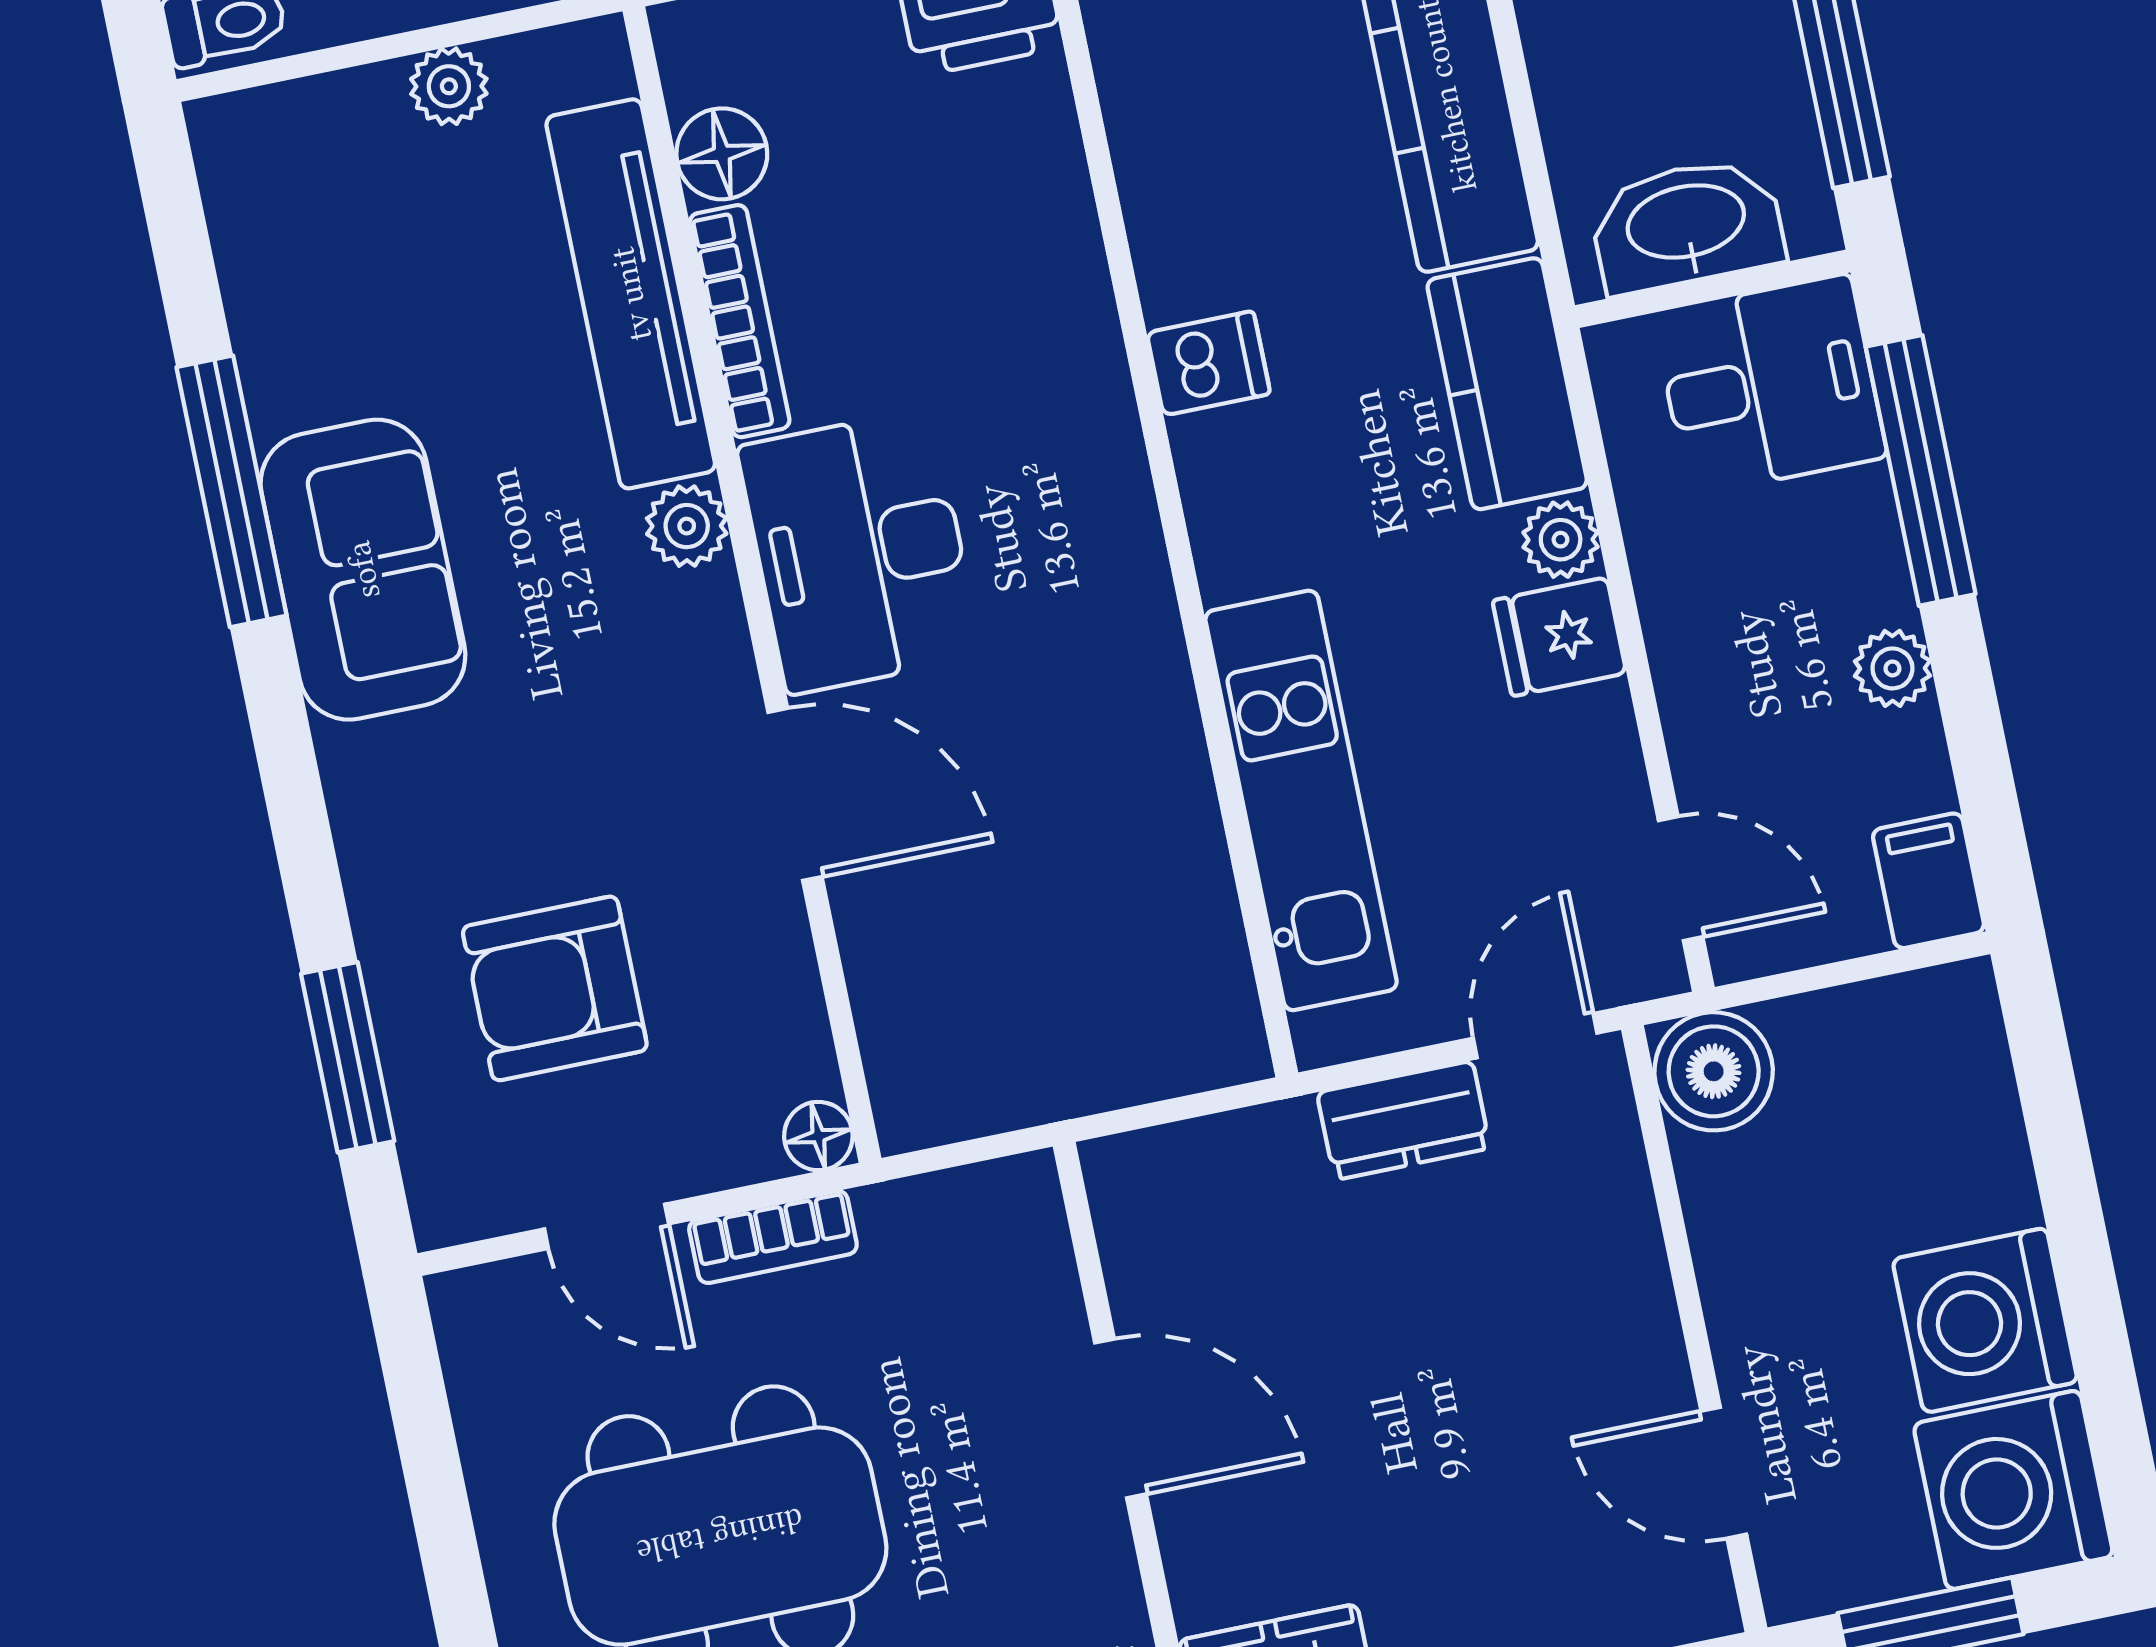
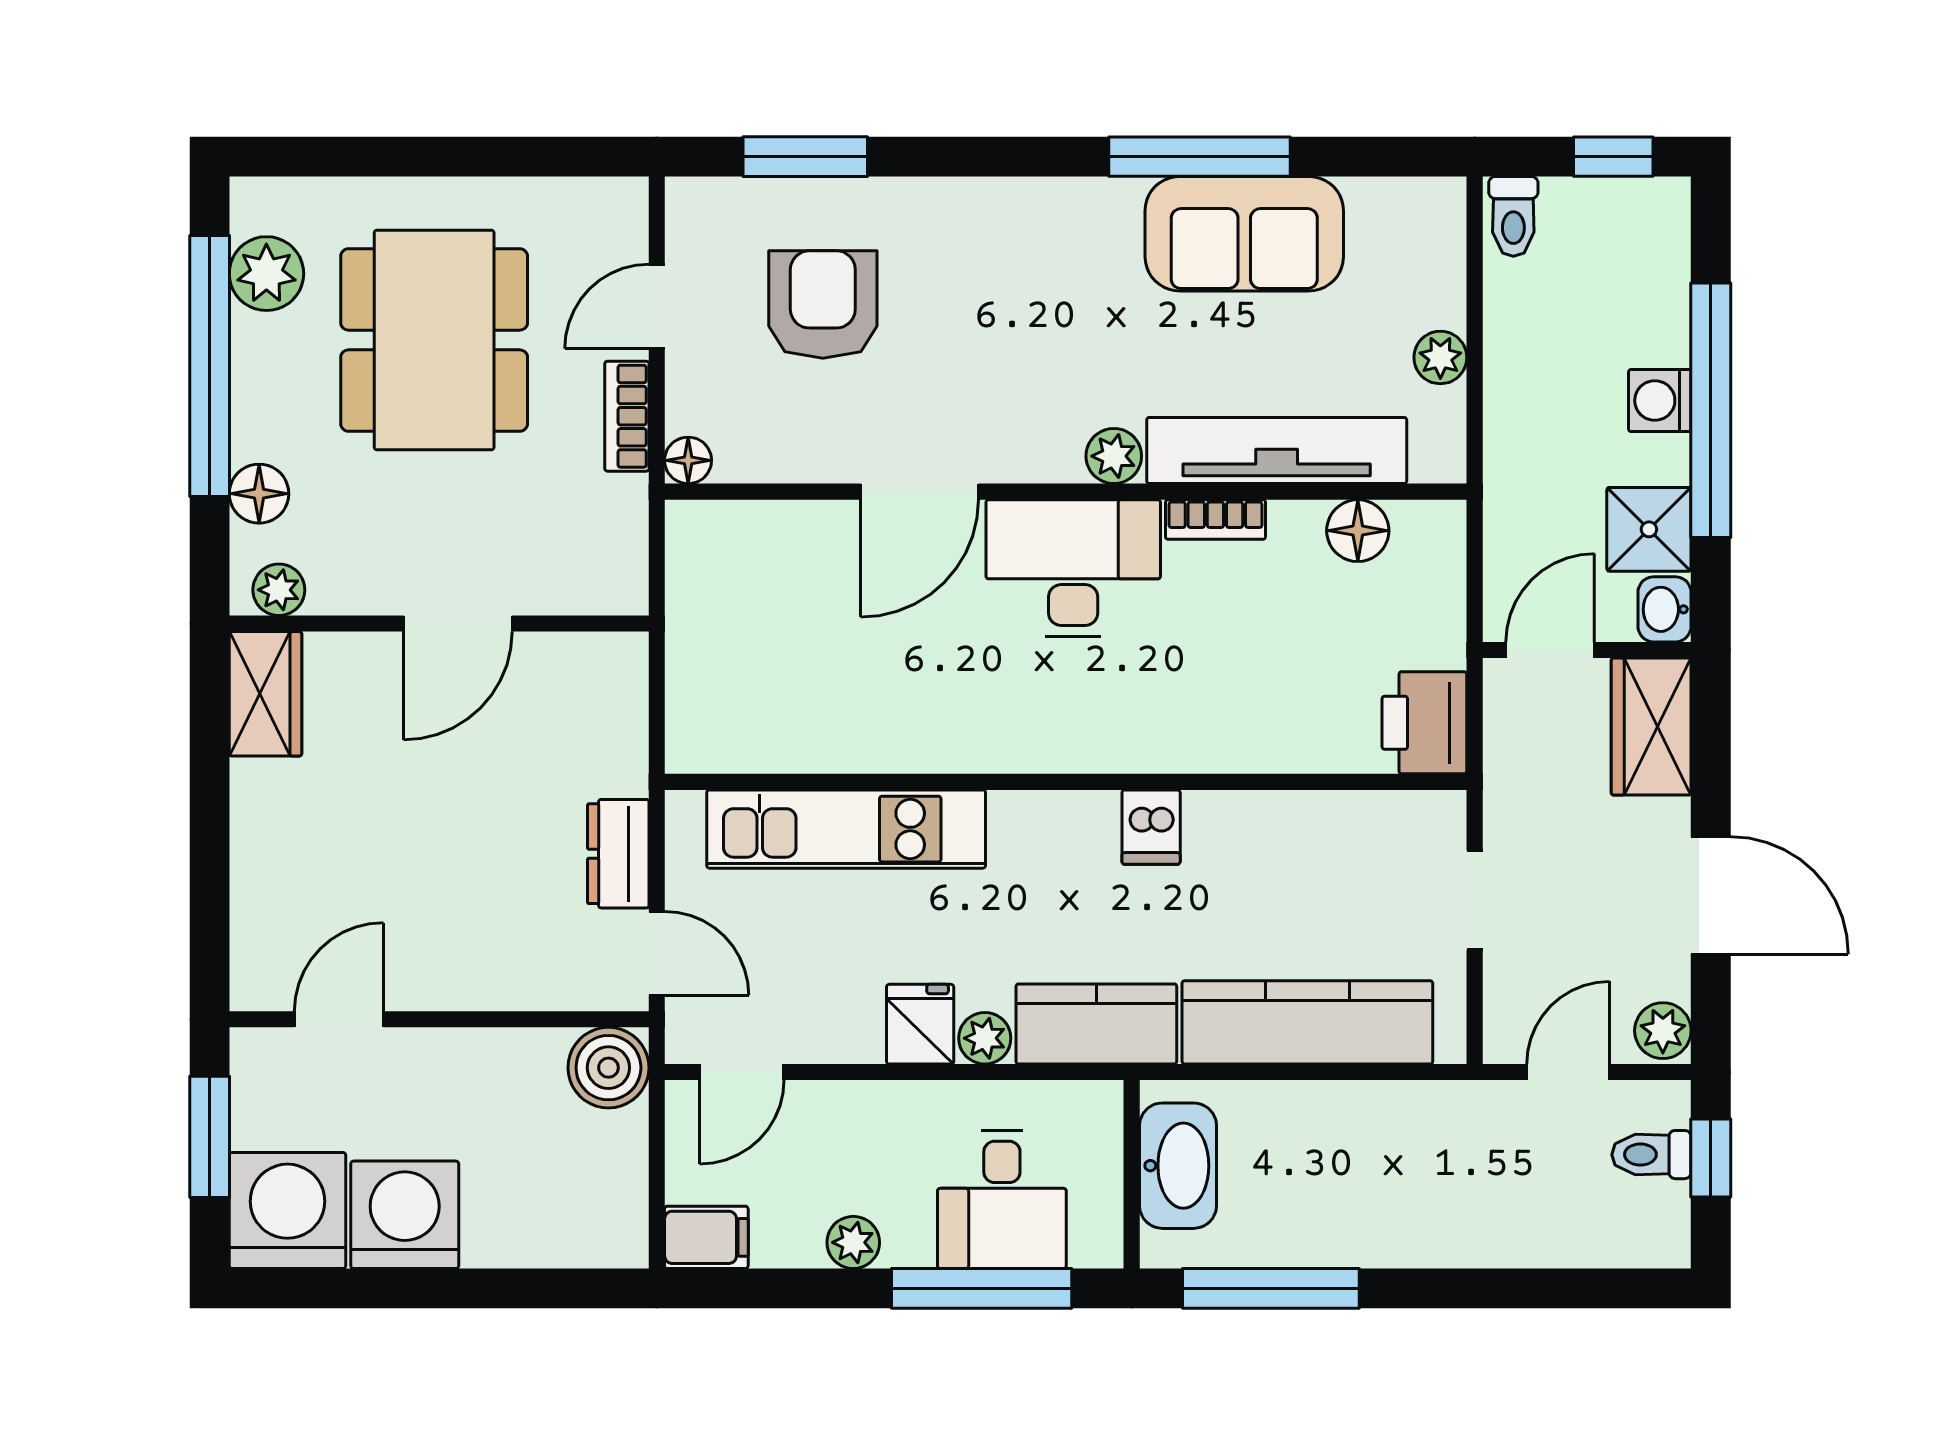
bookcase: (740, 321) -> (1215, 520), width x0.64
desk: (1770, 385) -> (1002, 1199), moved
sofa: (363, 570) -> (1244, 234), moved

